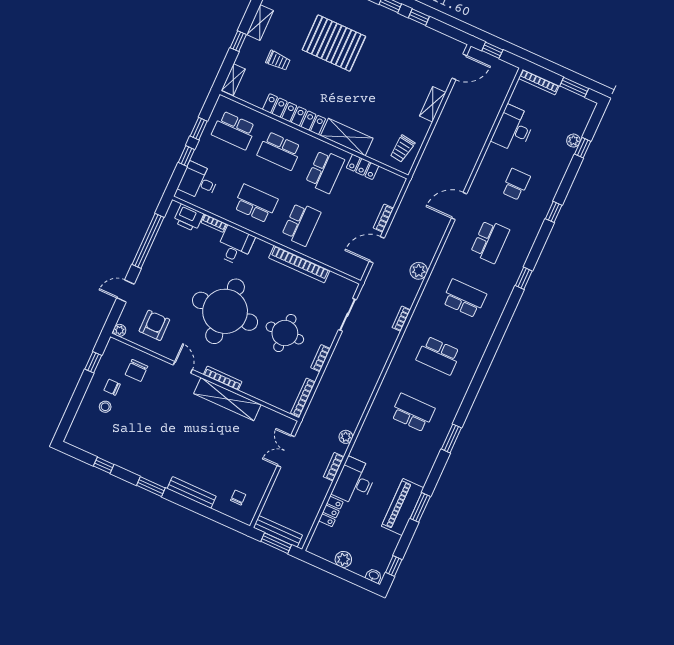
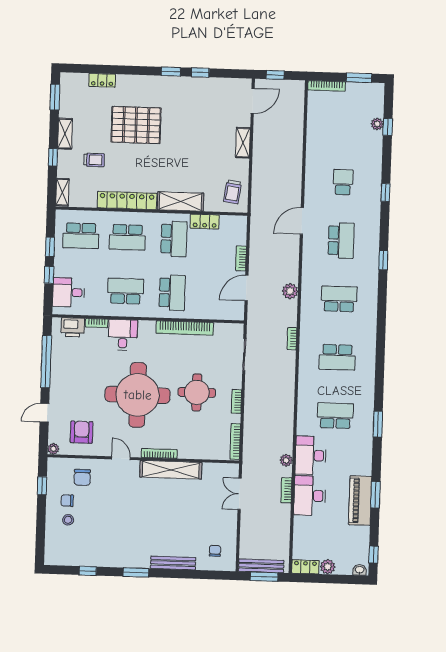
desk: (513, 129) -> (311, 455), moved
locker: (331, 511) -> (305, 567), moved, turned -90

